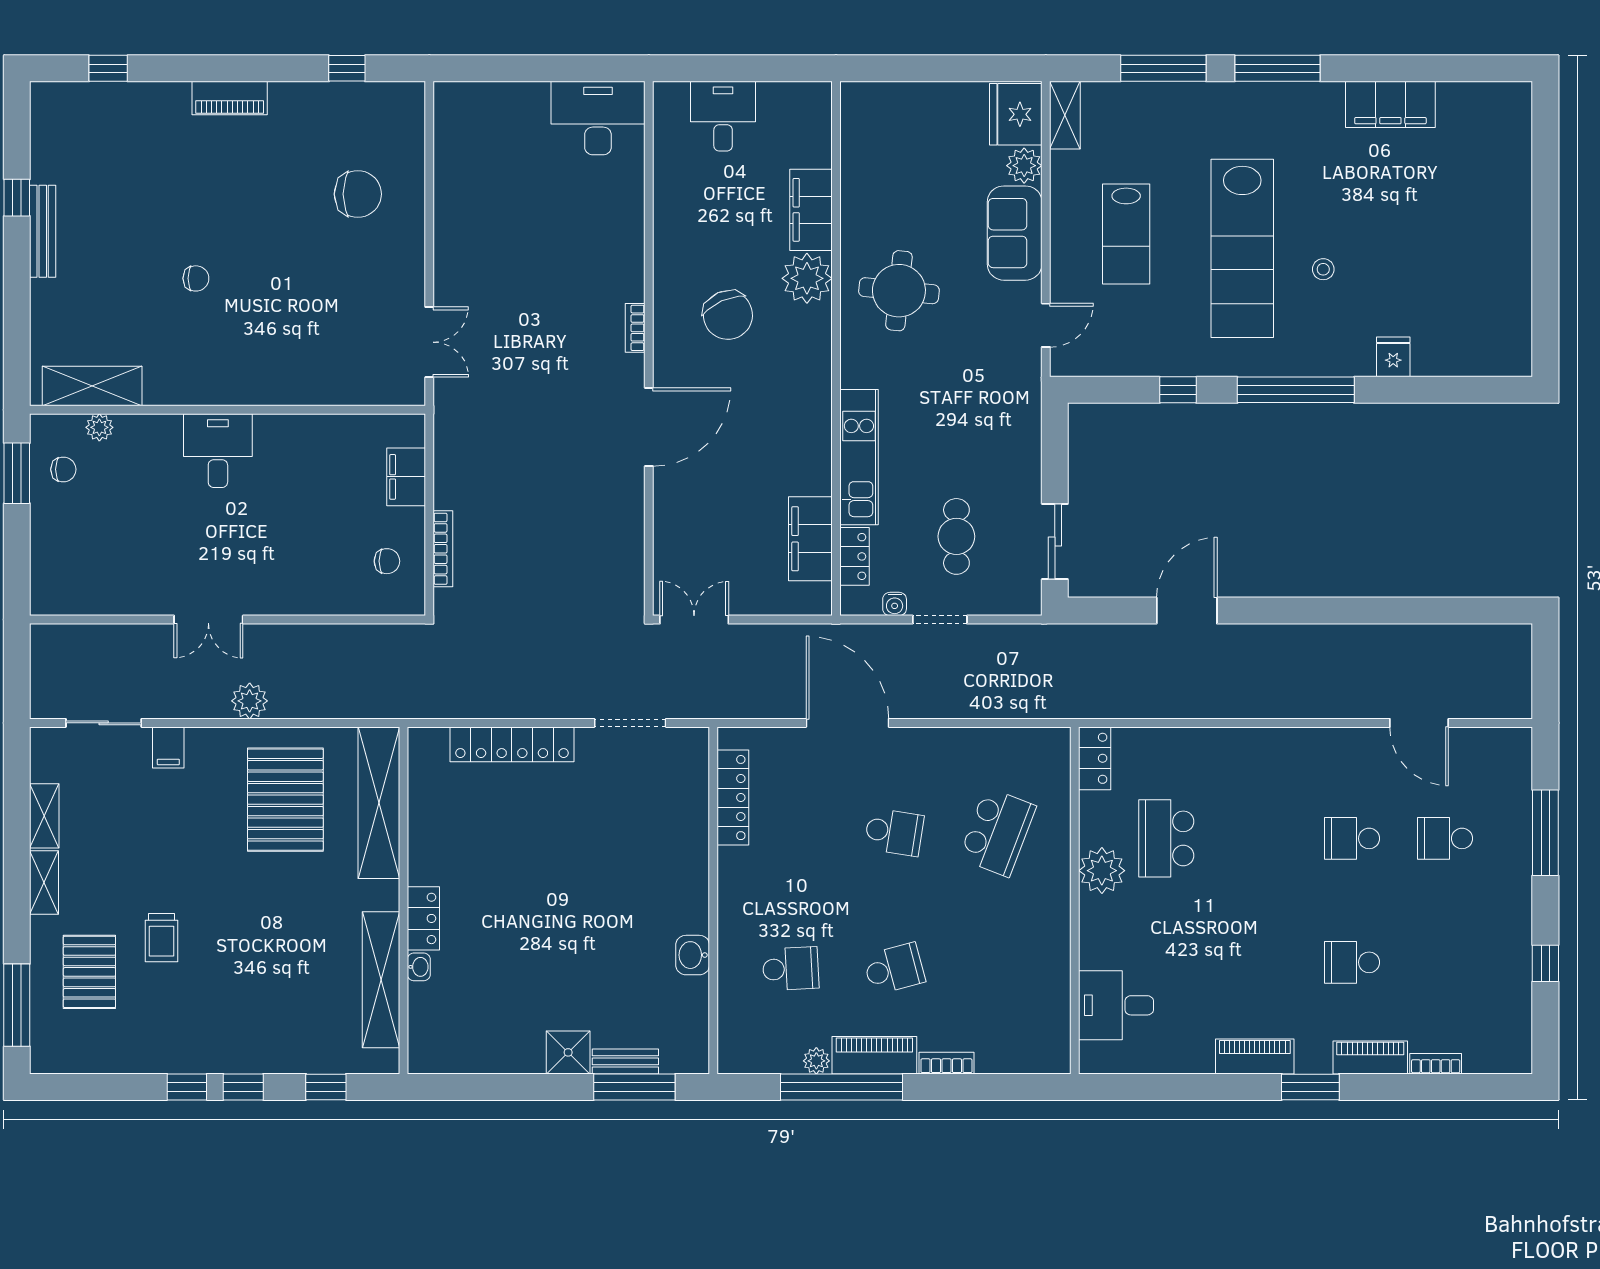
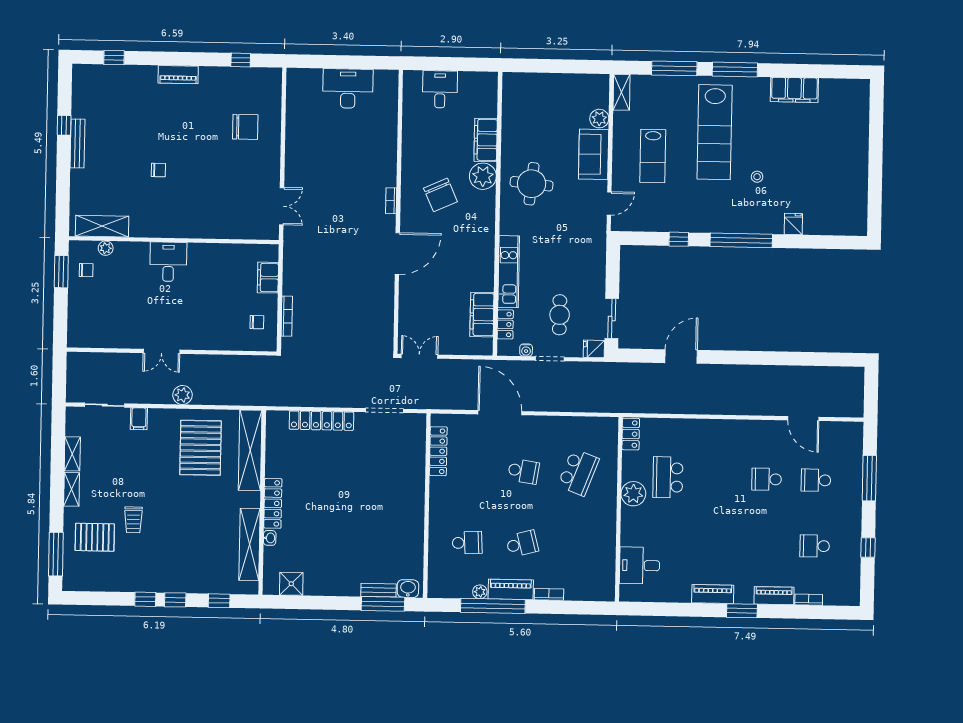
fridge: (1016, 114) -> (594, 349), moved, width x0.53, depth x0.75
desk: (598, 118) -> (348, 89), moved
lab bench: (1242, 248) -> (715, 132), moved
locker: (423, 918) -> (273, 503), width x1.53
washbasin: (693, 955) -> (408, 589), moved, turned 90
school desk: (1352, 962) -> (815, 546), moved
pallet: (89, 972) -> (95, 537), turned 90
shower: (568, 1052) -> (291, 584), moved

